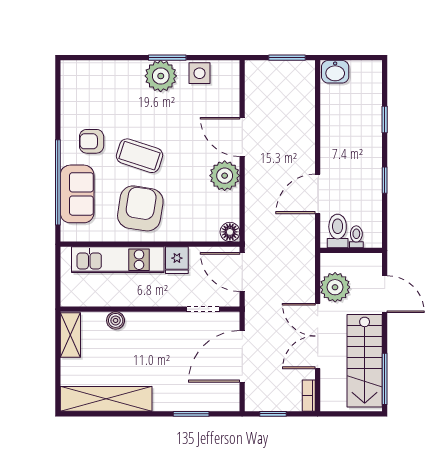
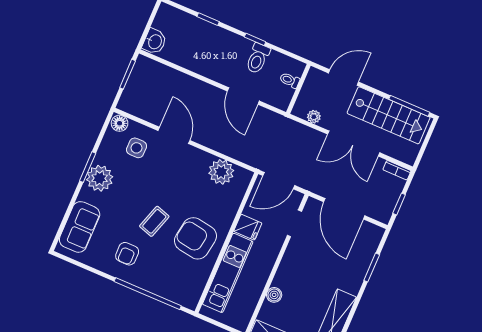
side table: (200, 73) -> (137, 148), moved
door: (242, 137) -> (174, 135), swing flipped
coffee table: (139, 156) -> (154, 221), width x0.73, depth x0.77
plant: (225, 176) -> (221, 172), moved
sofa: (77, 194) -> (80, 227), moved, turned 90
toilet: (338, 231) -> (258, 58), moved, turned -90
floor lamp: (230, 232) -> (120, 123), moved
plant: (335, 287) -> (314, 117), width x0.53, depth x0.53

